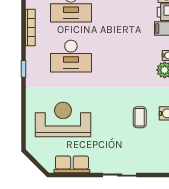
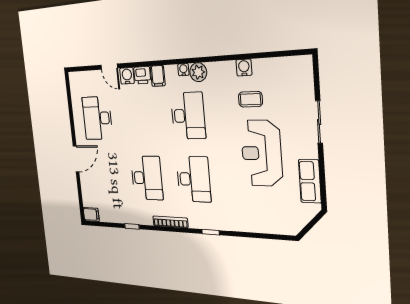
desk: (127, 56) -> (188, 116), added
reception desk: (63, 119) -> (261, 153), moved

